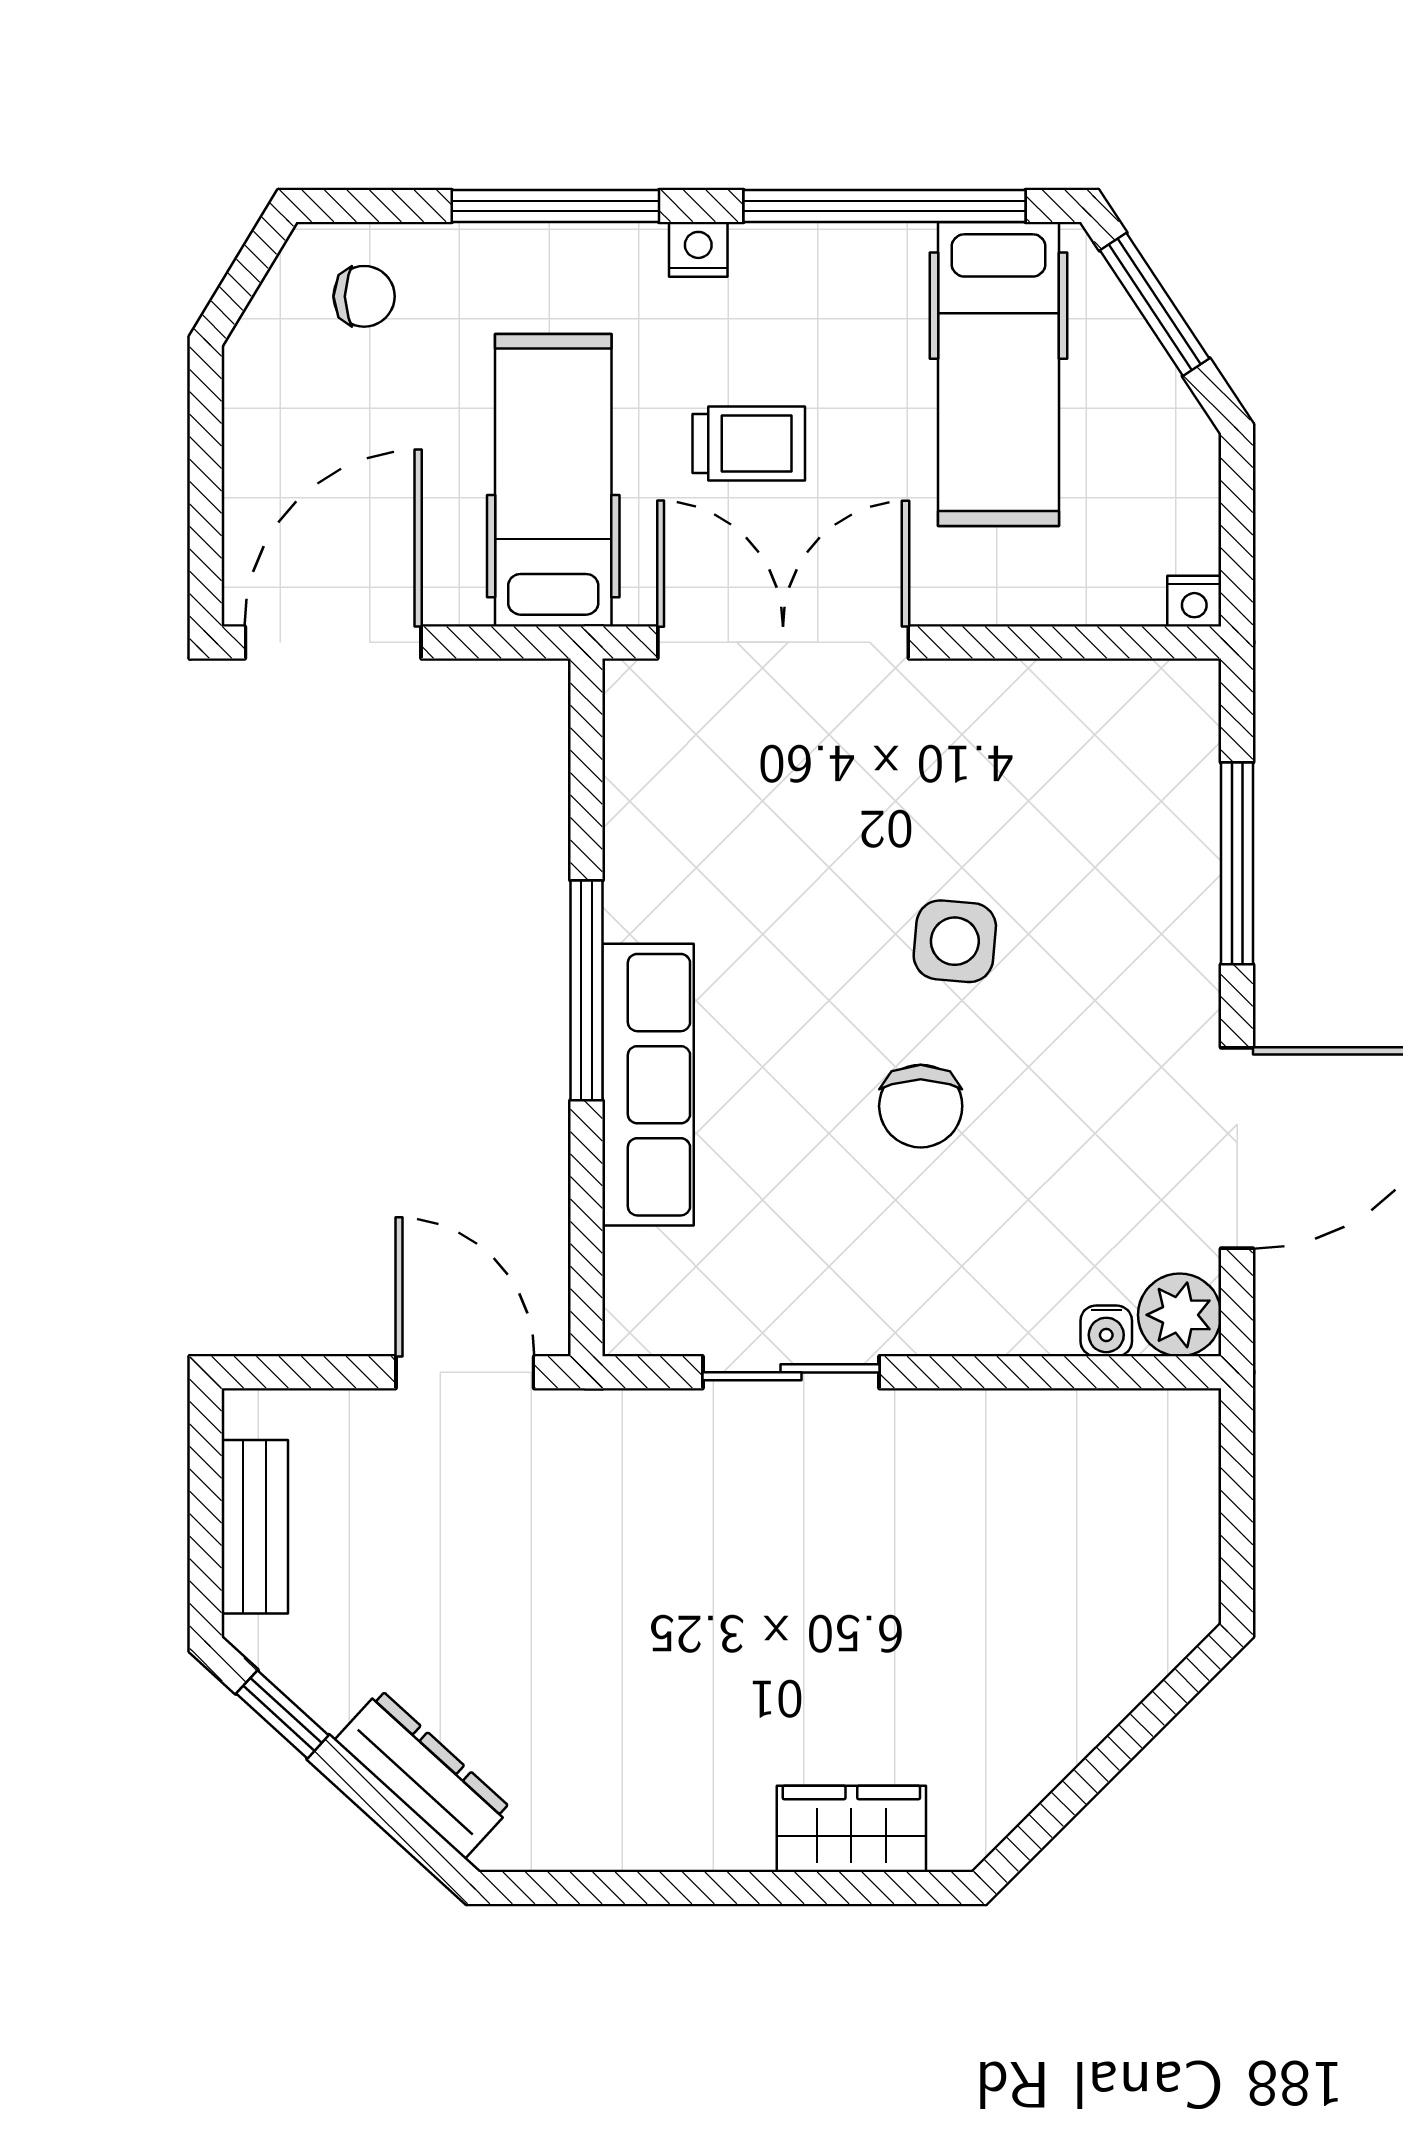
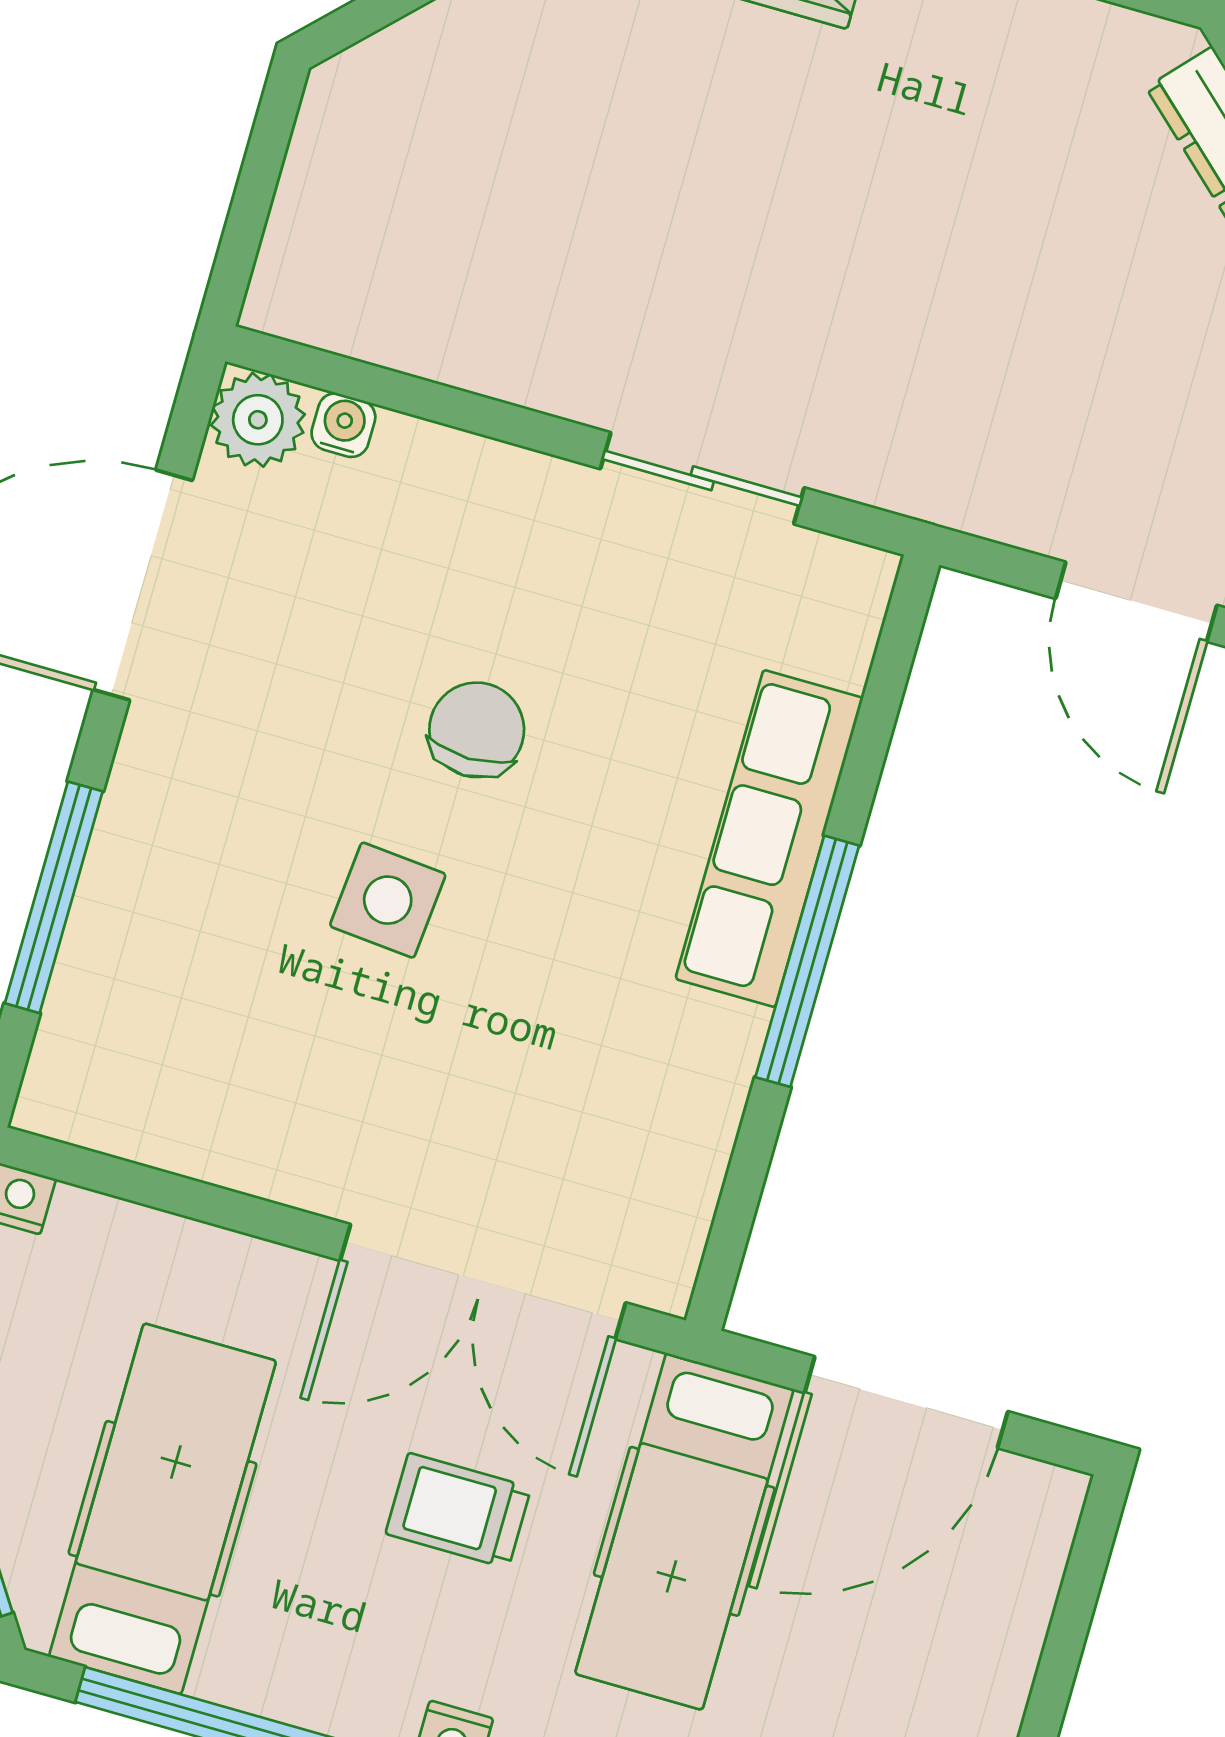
door: (333, 642) -> (906, 1402), moved
door: (465, 1372) -> (1136, 602), moved

